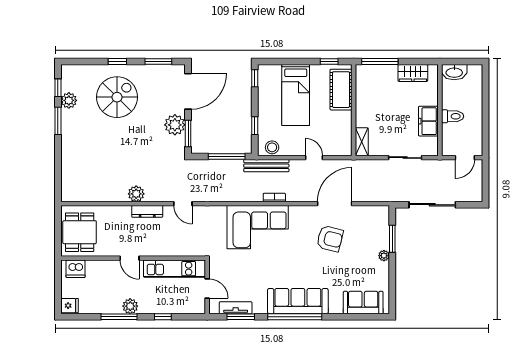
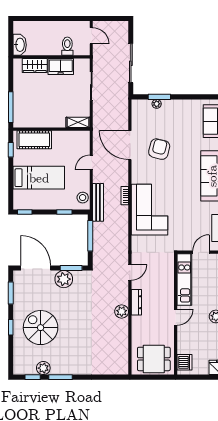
wardrobe: (413, 73) -> (35, 65), moved, turned 90
toilet: (453, 116) -> (67, 46), moved
plant: (384, 256) -> (157, 104), moved

